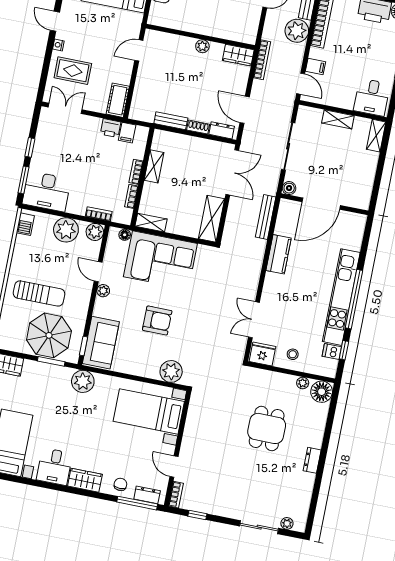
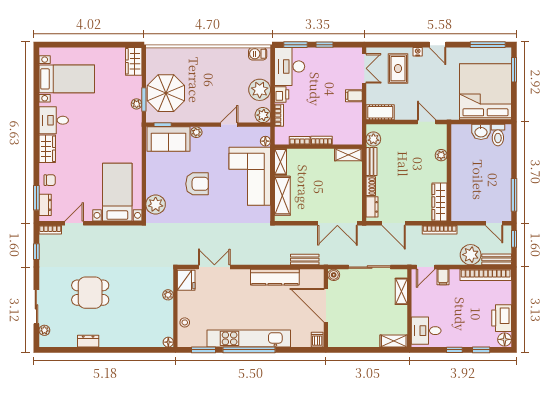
door: (55, 21) -> (437, 45), swing flipped
plant: (202, 46) -> (441, 155), moved
wardrobe: (238, 55) -> (440, 202), width x1.50
door: (245, 110) -> (394, 223), swing flipped
plant: (146, 114) -> (373, 139), added
shelving: (338, 119) -> (401, 291), moved
printer: (111, 128) -> (282, 94), moved, turned 180
filing cabinet: (127, 133) -> (354, 96), moved
shelving: (154, 166) -> (348, 155), moved
bench: (266, 217) -> (305, 260), width x0.73
shelving: (212, 219) -> (282, 196), moved, turned 90
kitchen counter: (279, 254) -> (275, 277), width x1.50
plant: (103, 291) -> (196, 132), moved
sun lounger: (39, 293) -> (200, 77), removed
armchair: (157, 321) -> (197, 184), turned -90
window: (344, 350) -> (203, 350), width x1.50
dishwasher: (332, 352) -> (317, 340), moved
stool: (293, 354) -> (185, 322), moved
plant: (83, 381) -> (137, 104), moved, width x0.53, depth x0.53
plant: (303, 383) -> (168, 295), moved
floor lamp: (322, 392) -> (168, 342), width x0.53, depth x0.53
dining table: (267, 428) -> (90, 293), moved
dresser: (312, 460) -> (88, 341), moved
window: (137, 503) -> (36, 198), width x0.69

